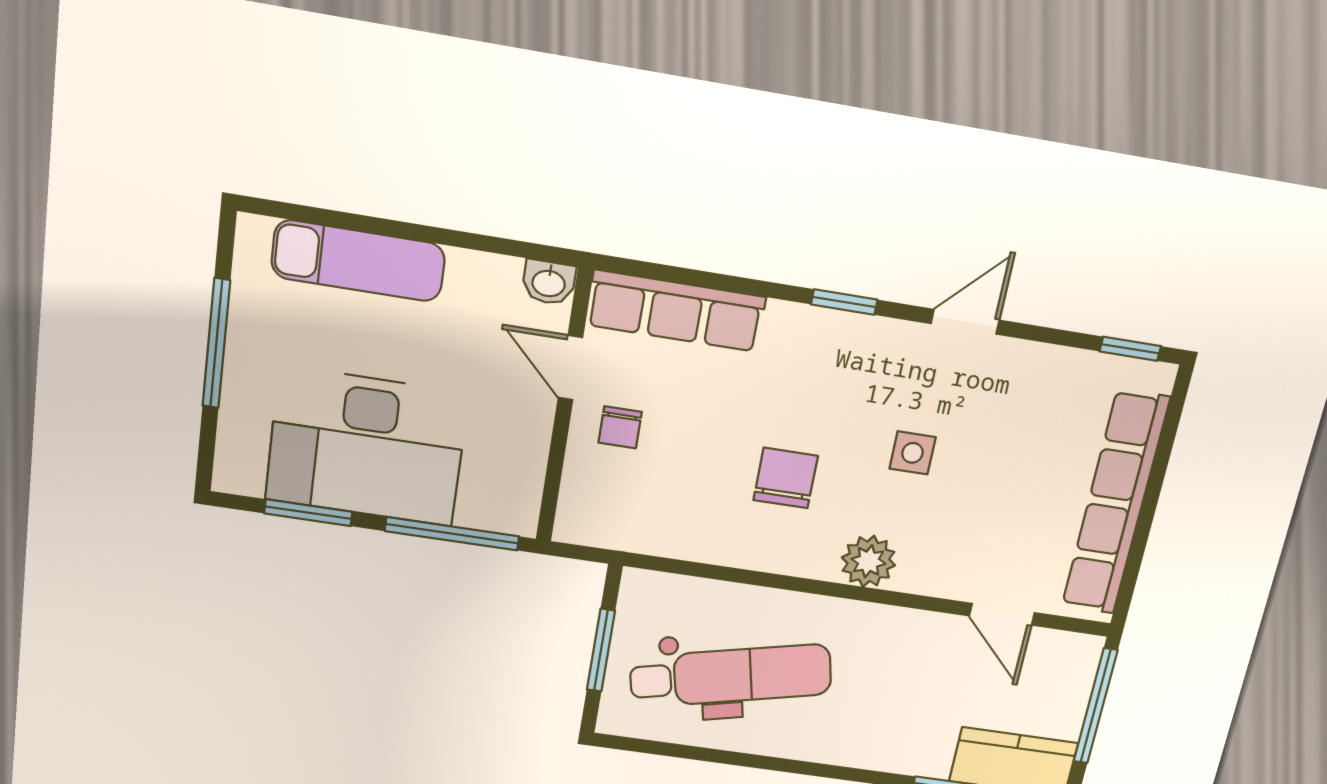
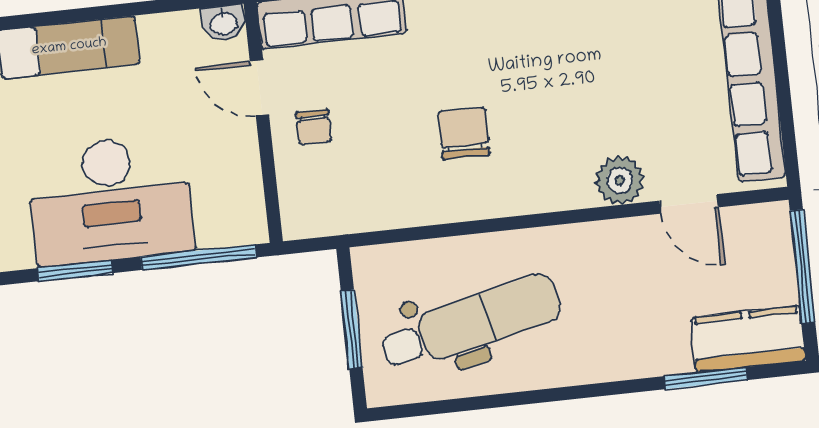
side table: (913, 453) -> (564, 83), removed
plant: (868, 561) -> (620, 180), moved

